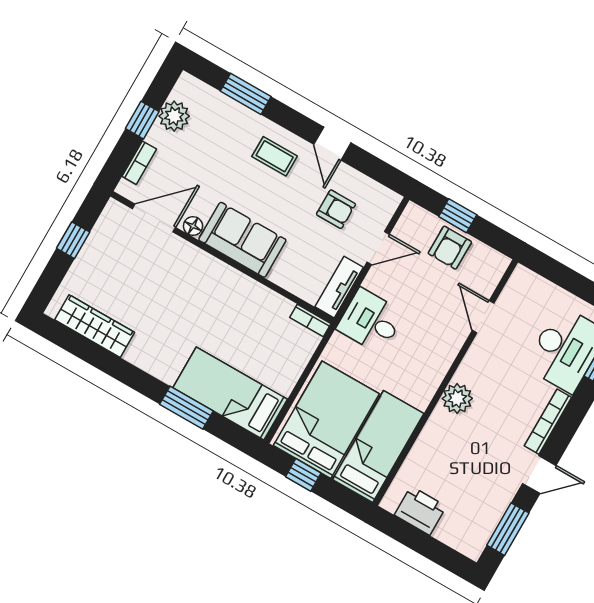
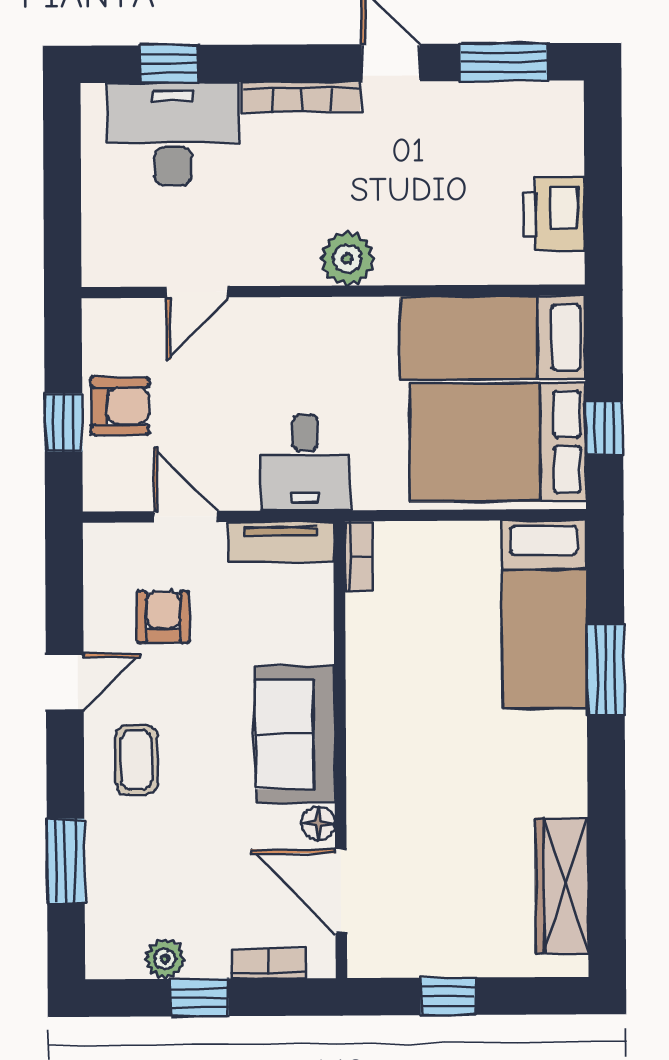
plant: (174, 116) -> (165, 959), width x0.73, depth x0.73

